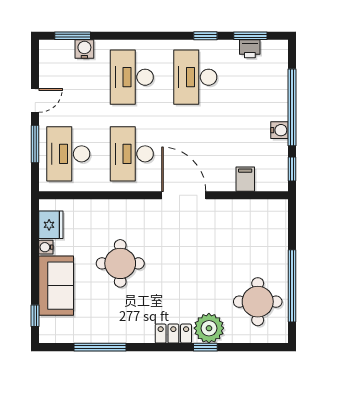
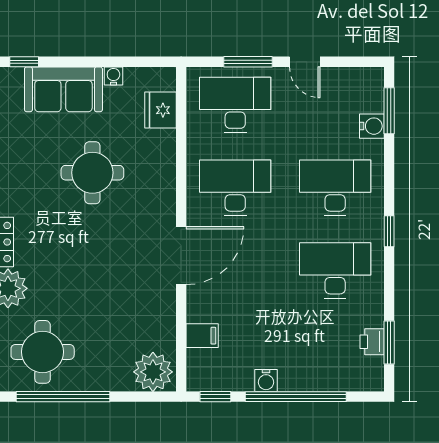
window: (205, 36) -> (389, 231), moved
plant: (273, 217) -> (153, 372), added
fridge: (51, 225) -> (160, 110), moved, turned 90

